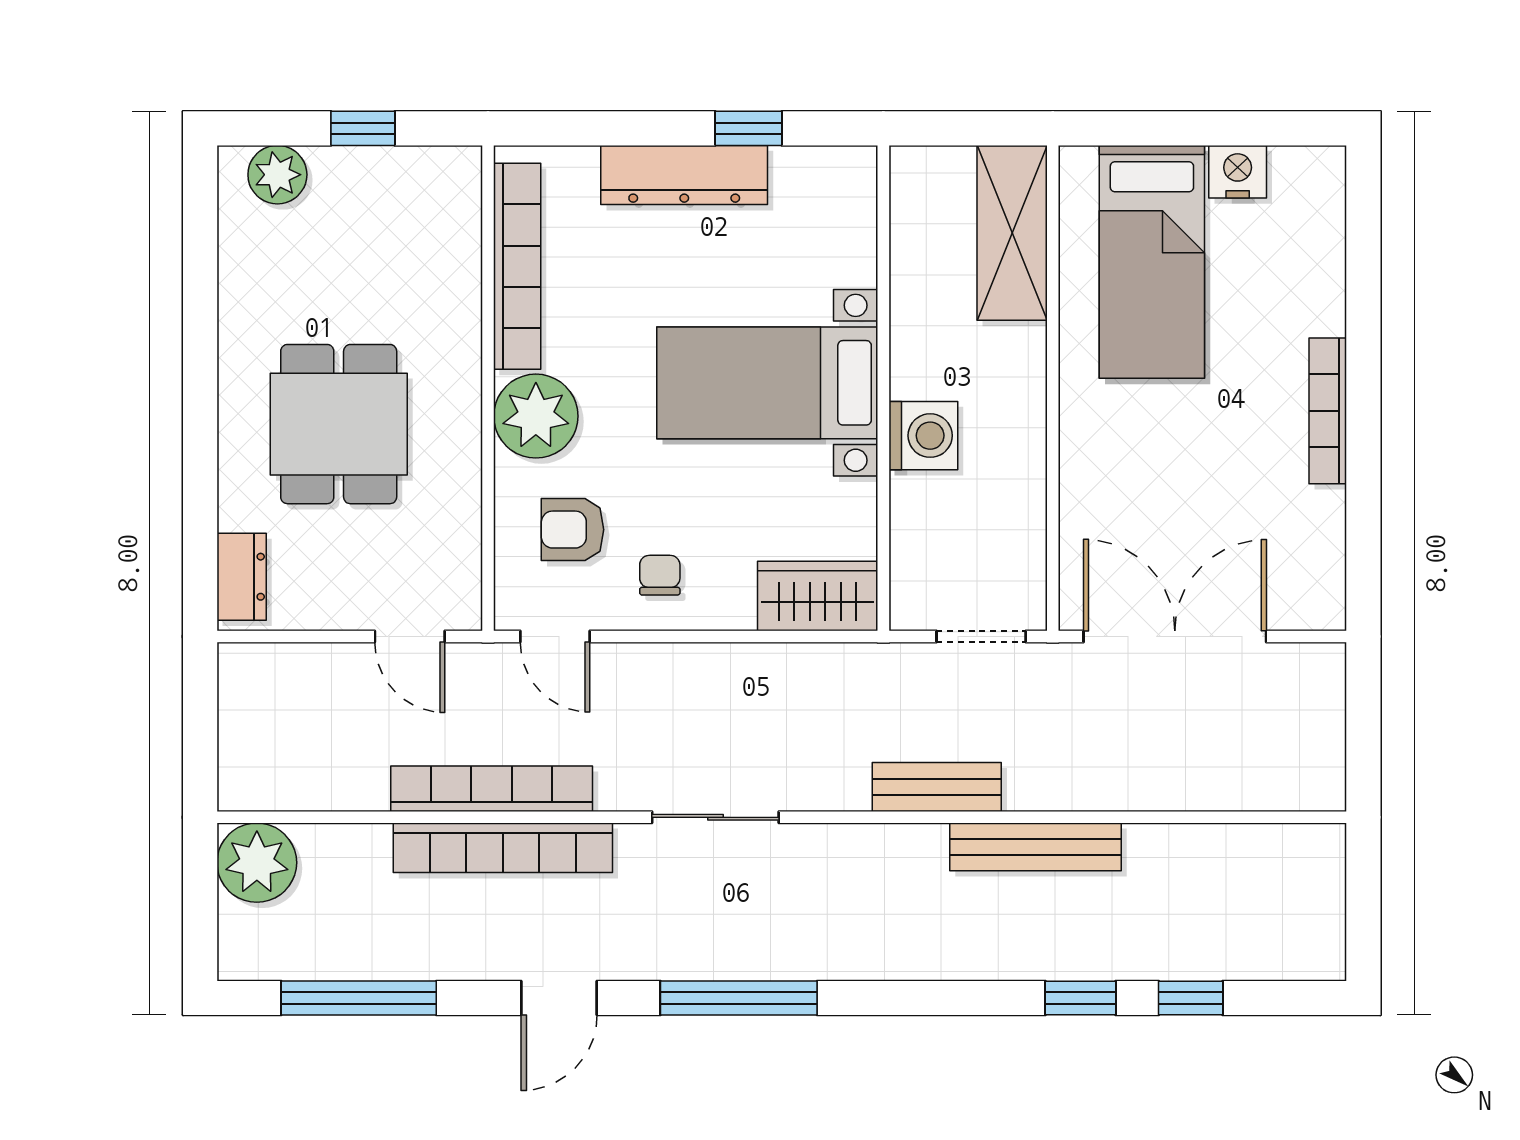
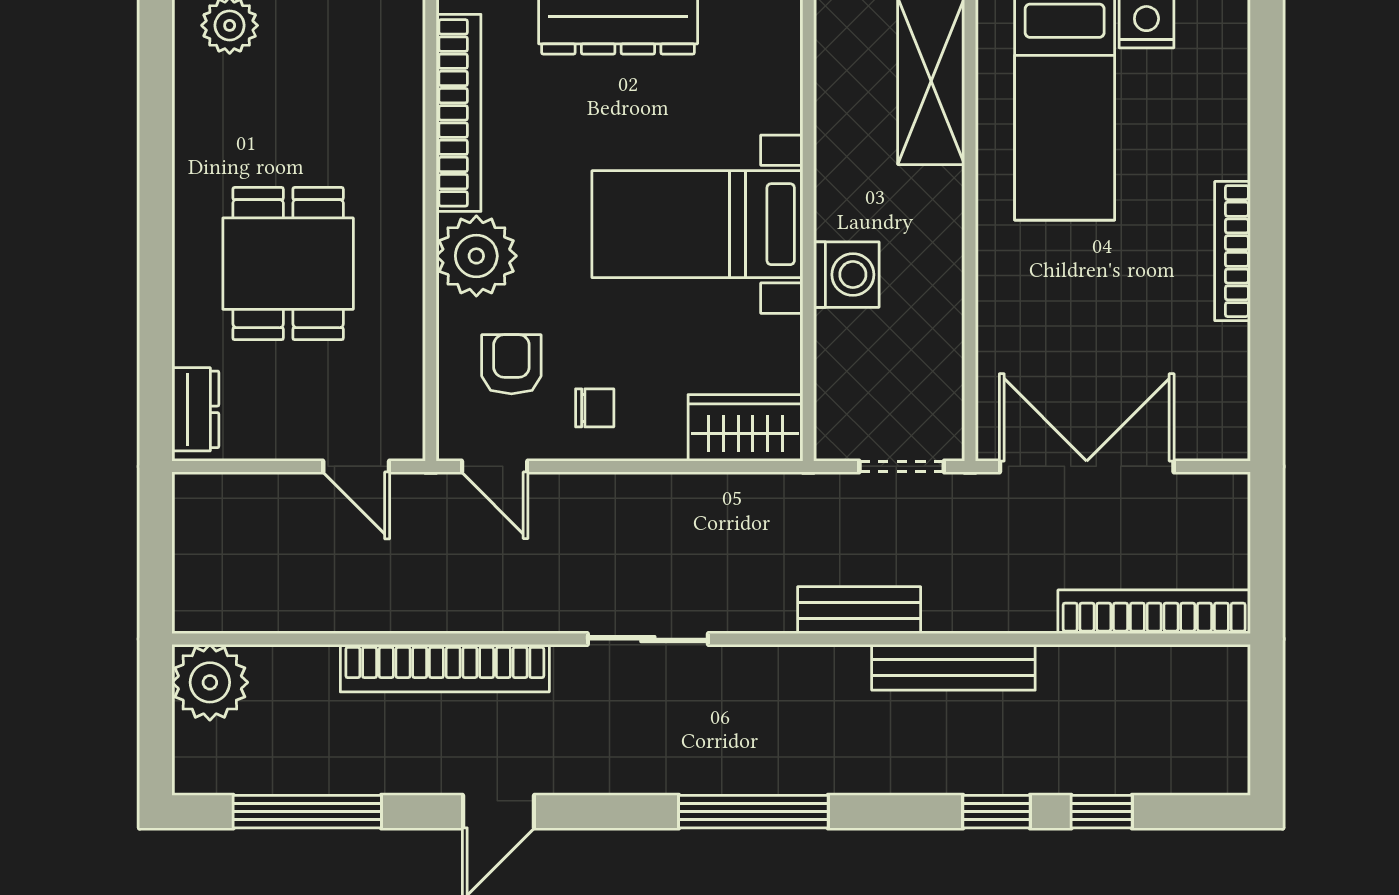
armchair: (573, 530) -> (511, 364), turned 90
chair: (660, 575) -> (595, 408), turned 90
bookcase: (492, 789) -> (1154, 612), moved
window: (739, 998) -> (753, 812), moved

